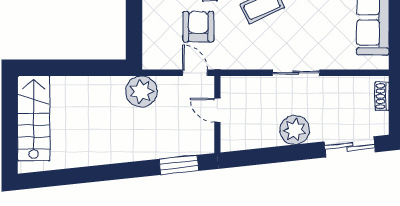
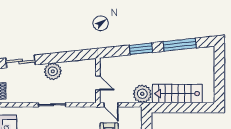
stairs: (34, 118) -> (177, 94), moved, turned 90
window: (179, 165) -> (141, 49), moved
window: (77, 176) -> (180, 45), added

